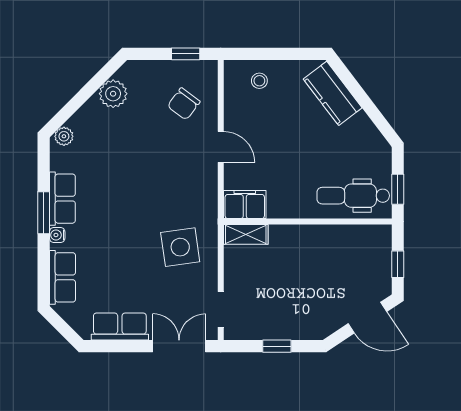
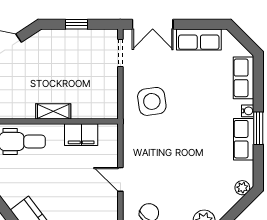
filing cabinet: (245, 204) -> (81, 135), moved
shelving: (246, 234) -> (53, 111), moved

